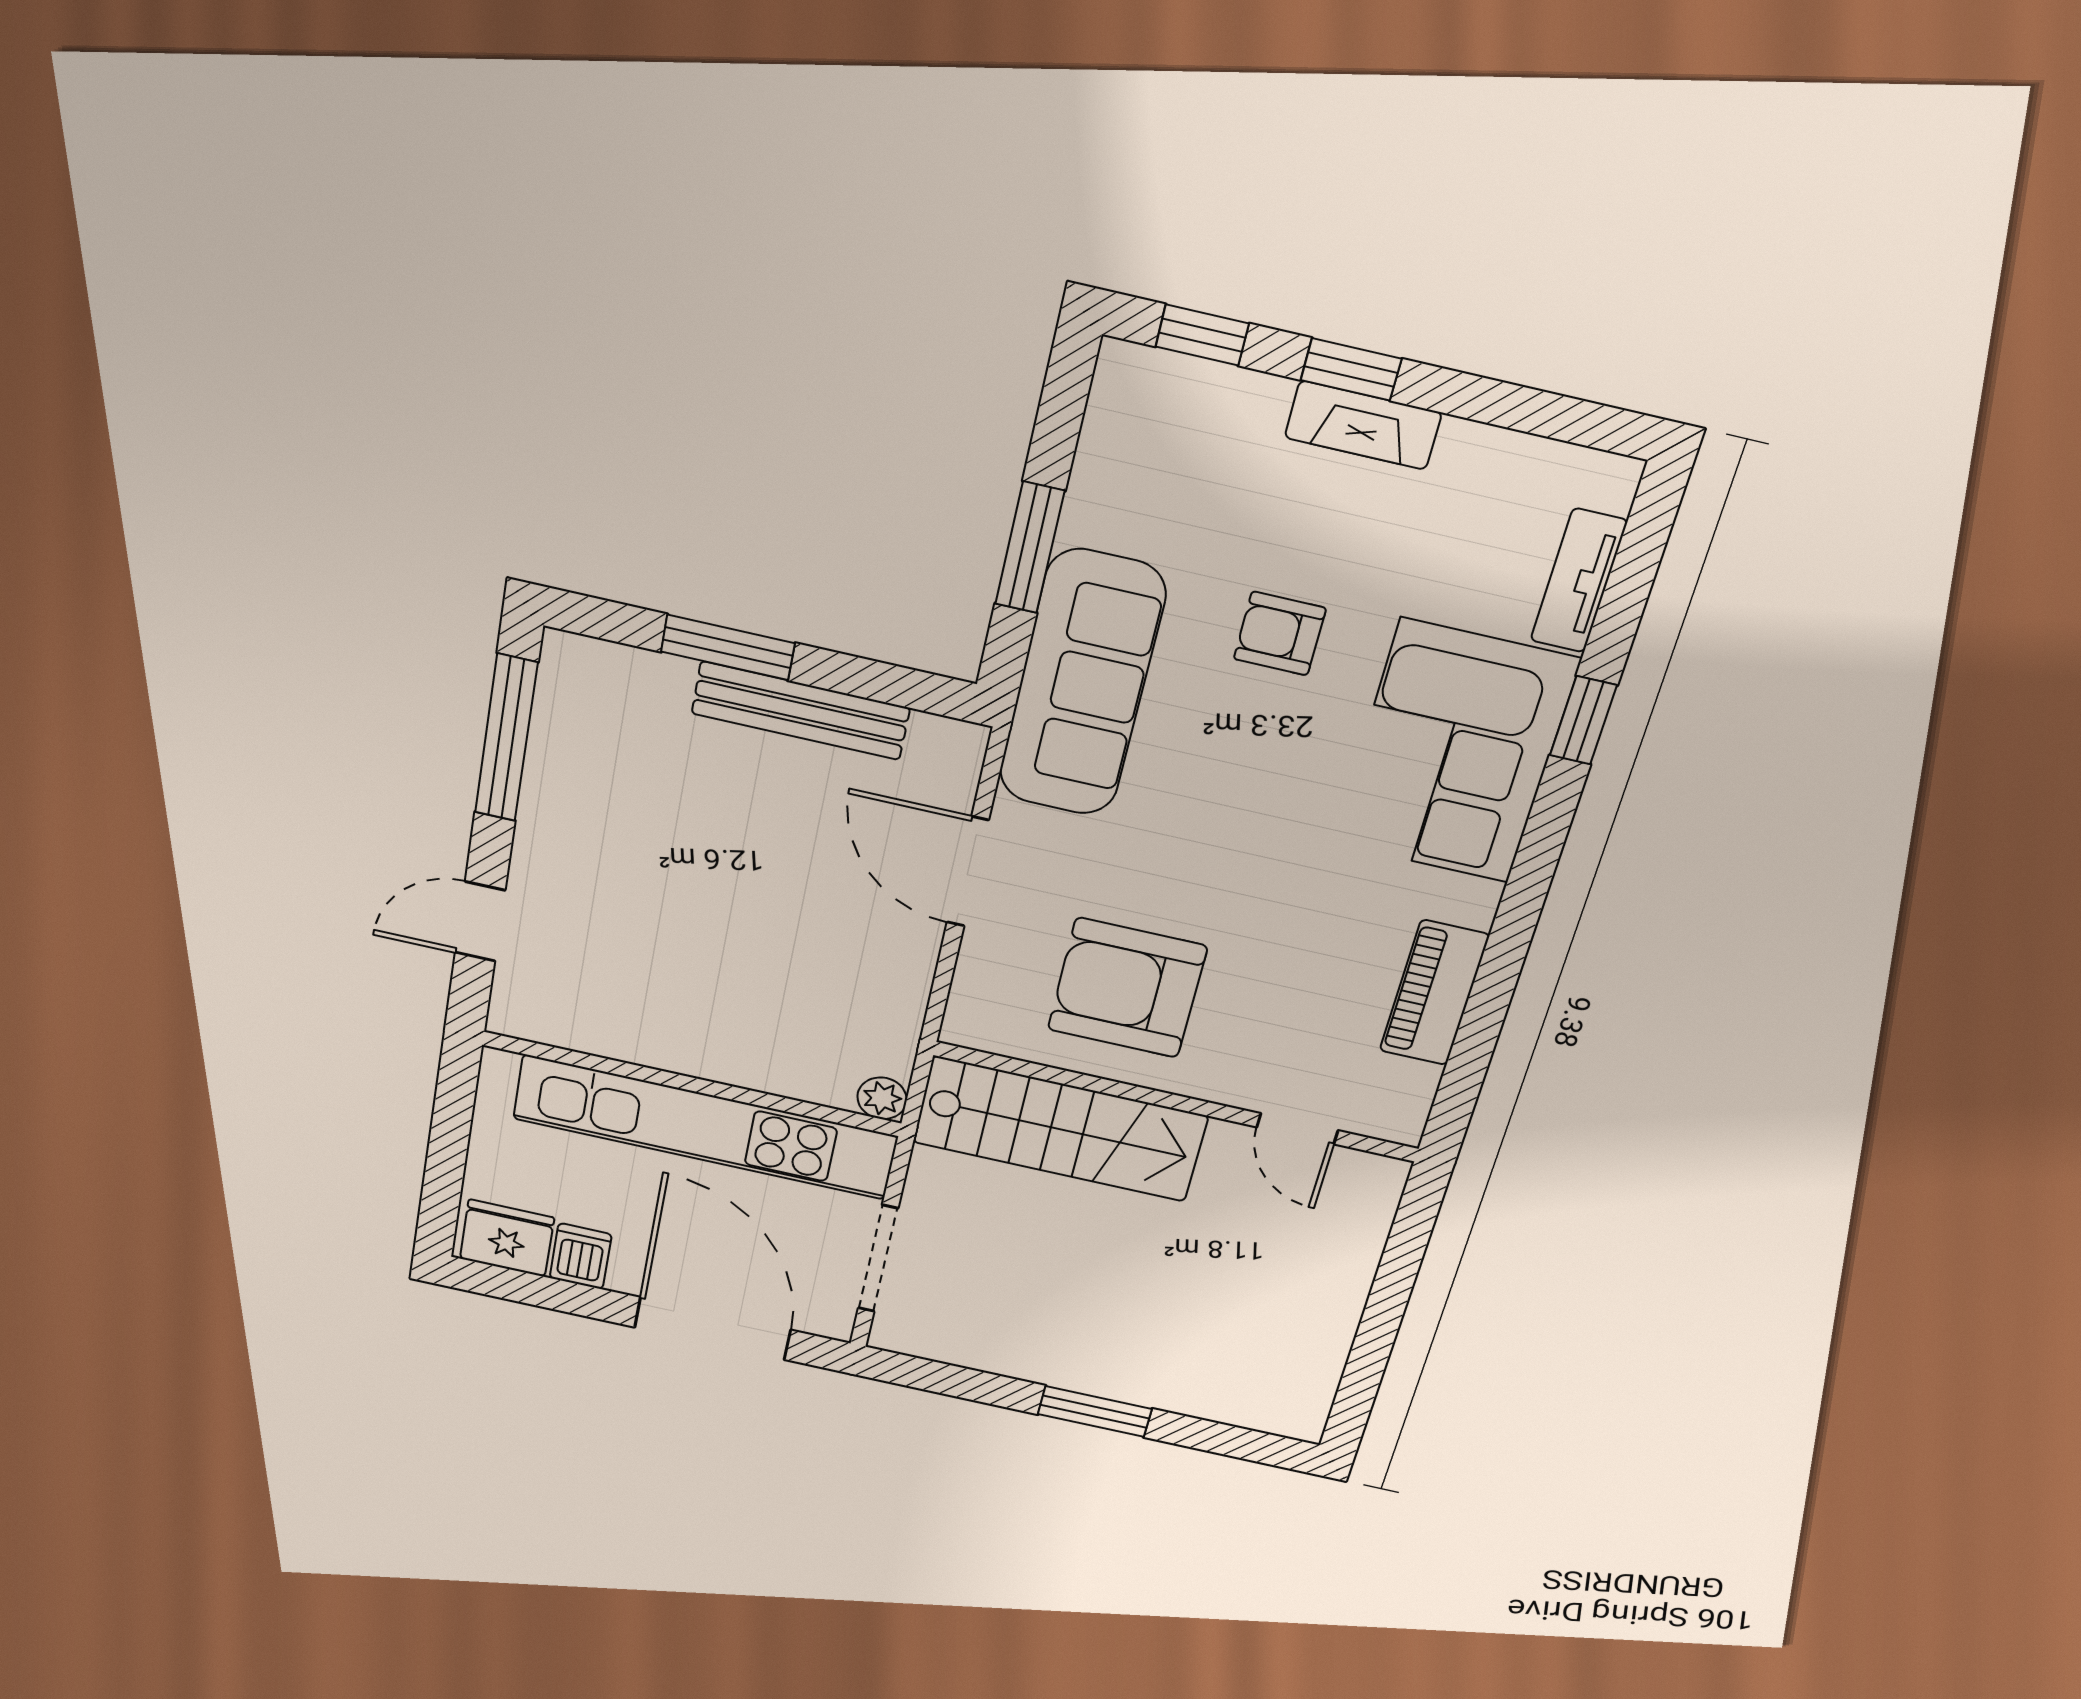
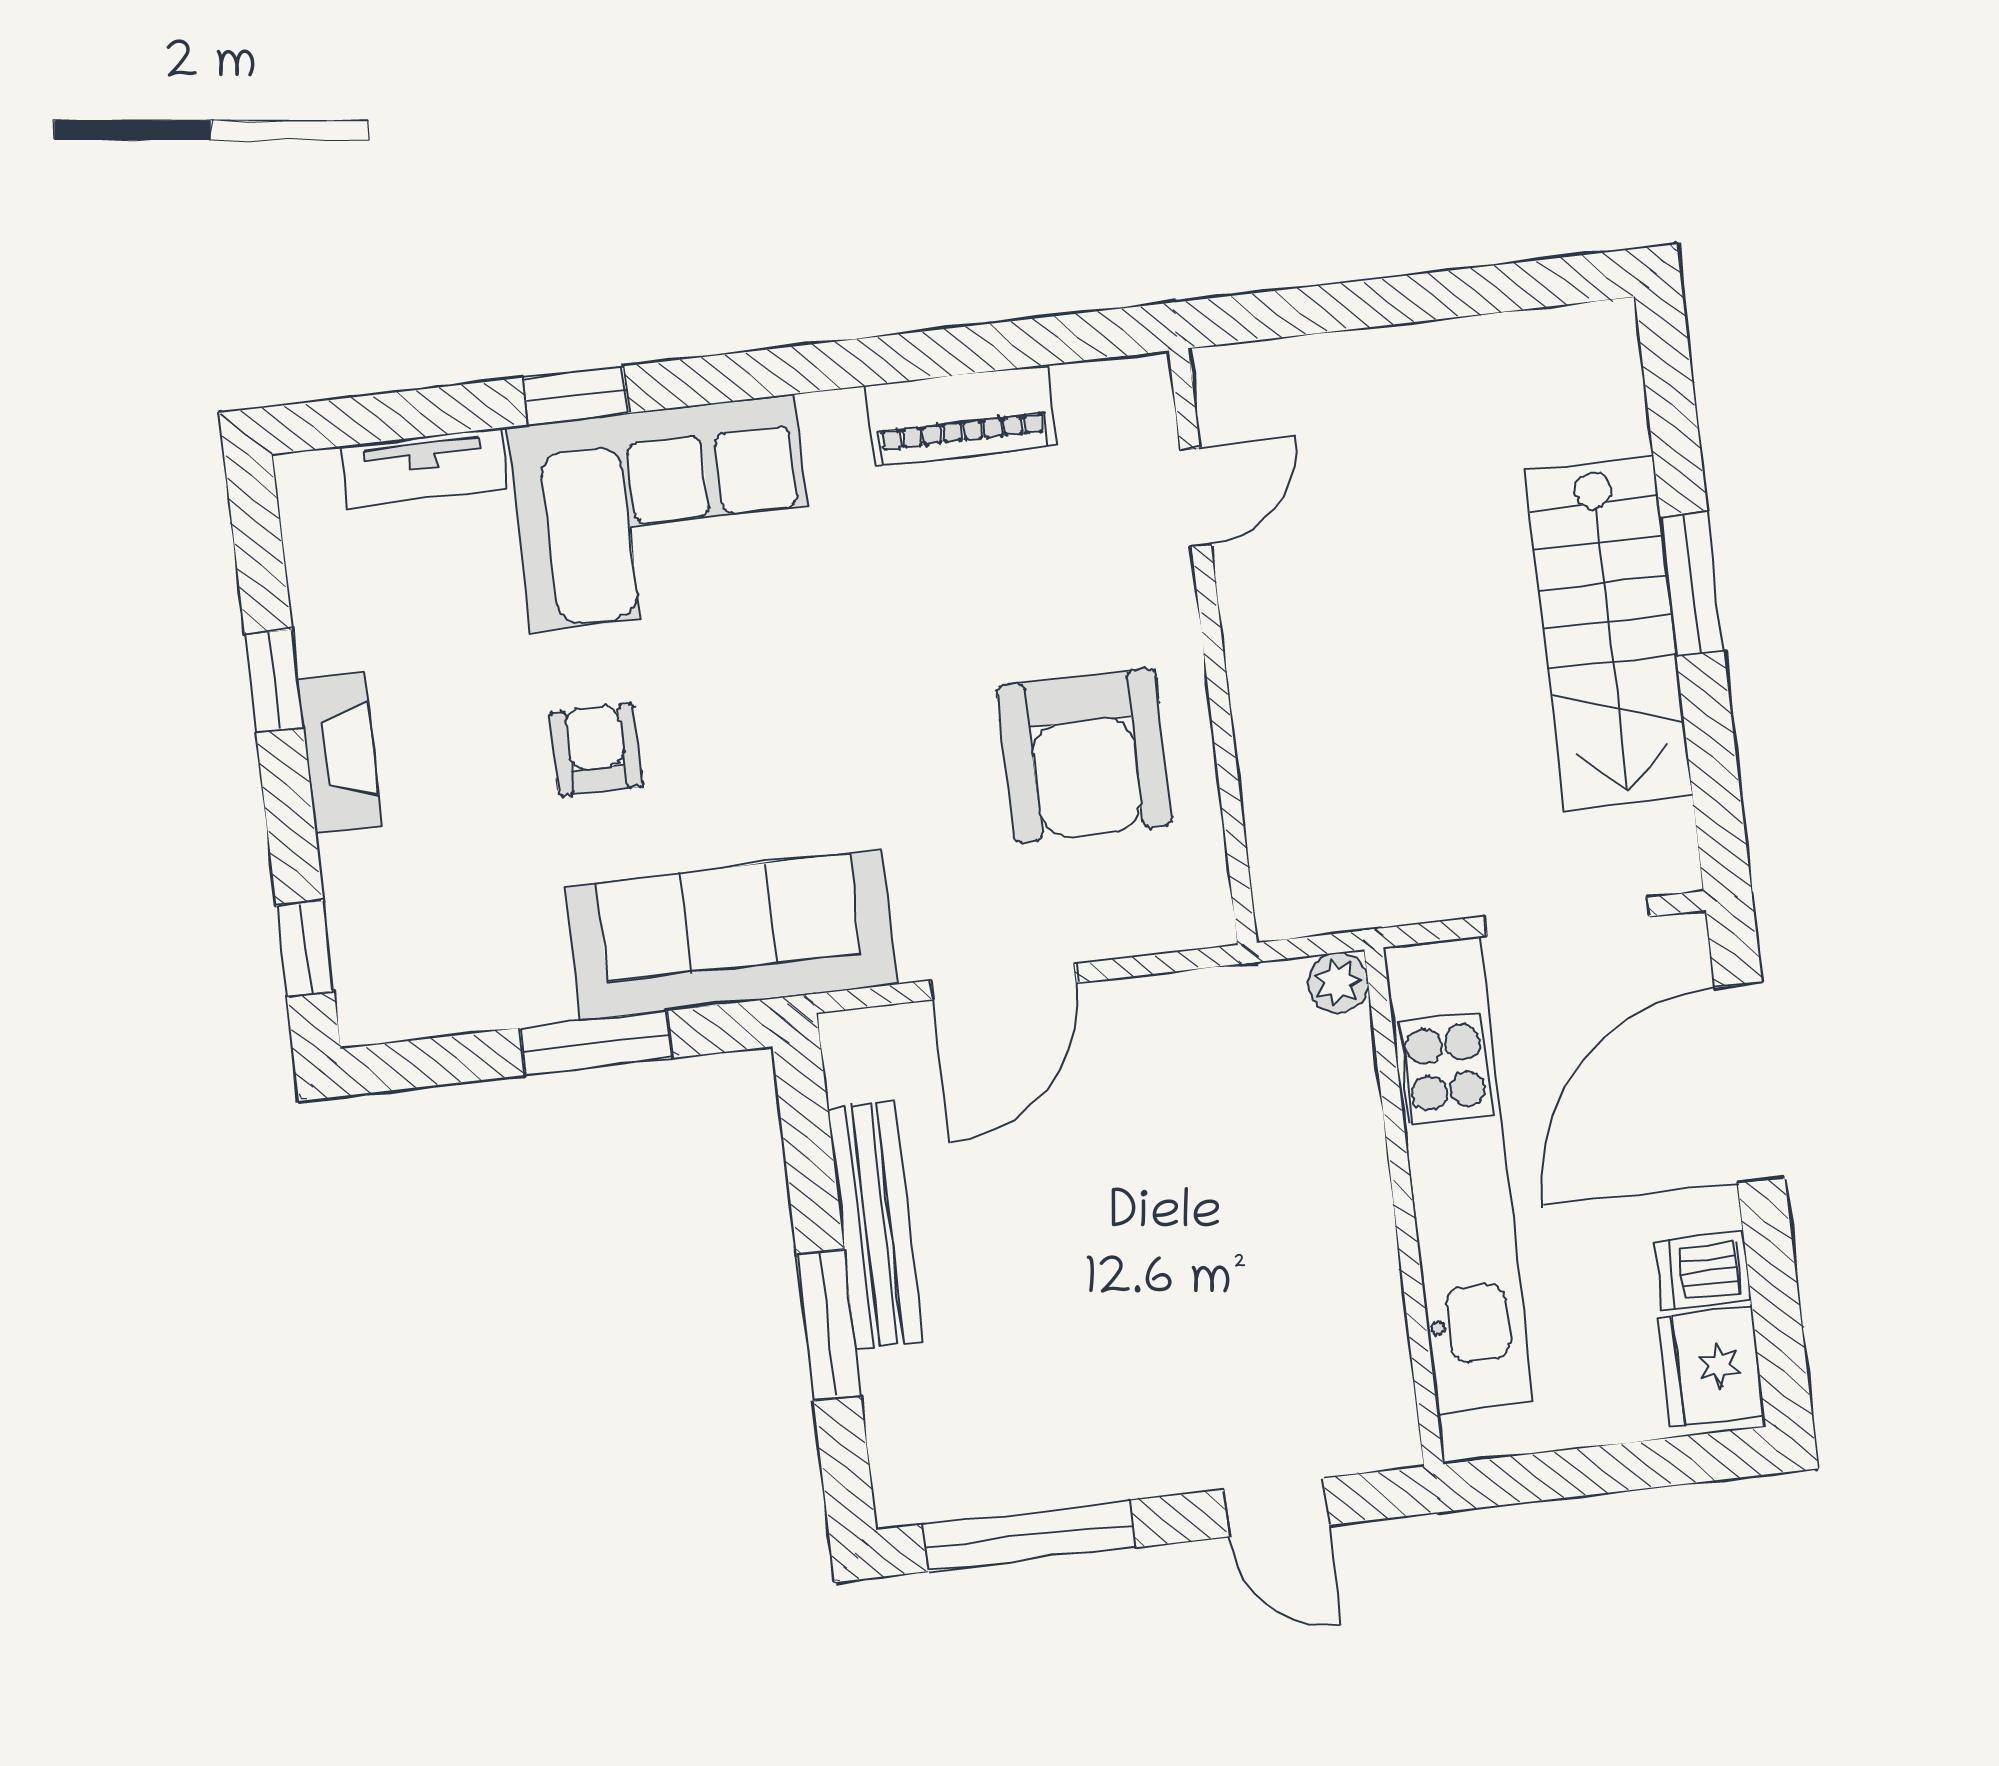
window: (1351, 369) -> (274, 681), moved
armchair: (1280, 634) -> (596, 750), turned 180
stairs: (1060, 1129) -> (1609, 633), moved, turned 180

